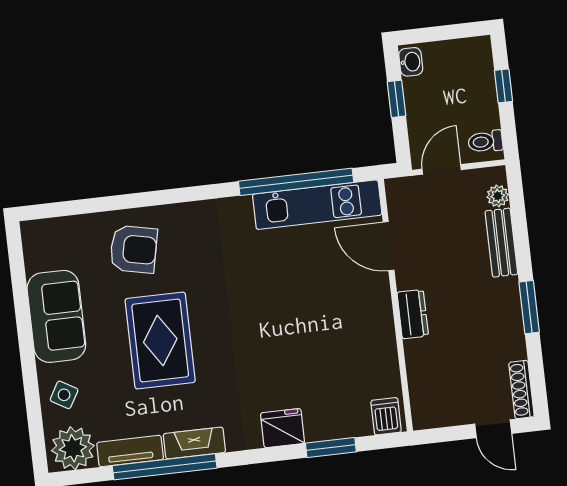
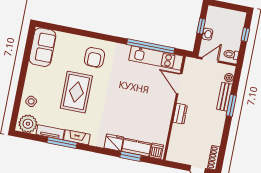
washbasin: (411, 62) -> (207, 34), moved
armchair: (133, 249) -> (94, 57), moved, turned 78
window: (529, 307) -> (231, 105), moved
sofa: (56, 316) -> (43, 47), moved
kitchen counter: (338, 423) -> (136, 147), added
window: (165, 467) -> (62, 143), width x0.68

